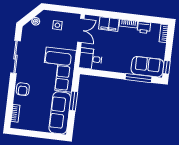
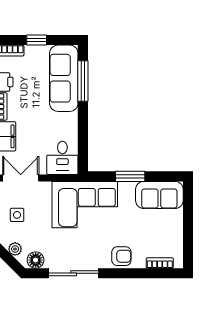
floor lamp: (27, 34) -> (36, 260), added
sofa: (147, 67) -> (64, 78), width x1.36
window: (166, 67) -> (37, 40), moved
sofa: (60, 113) -> (159, 195), width x0.73

